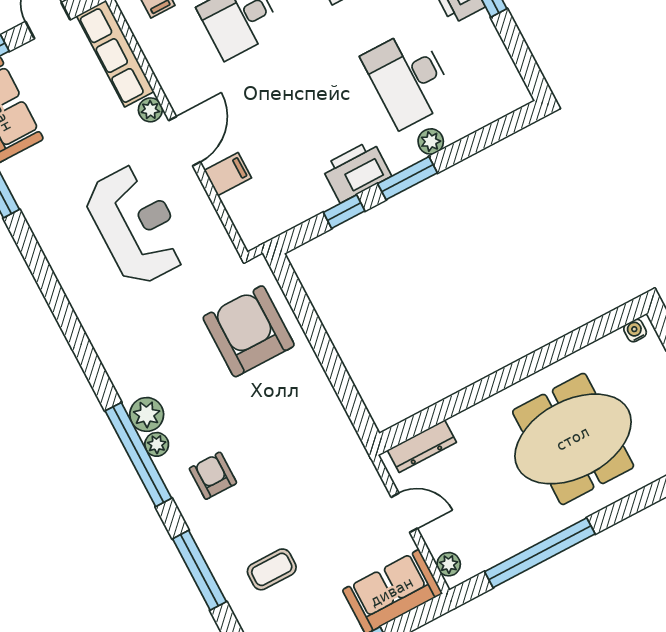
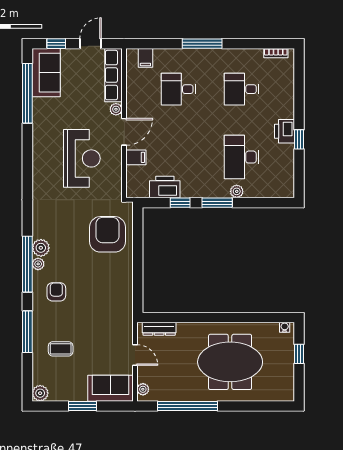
printer: (356, 171) -> (165, 187), moved

